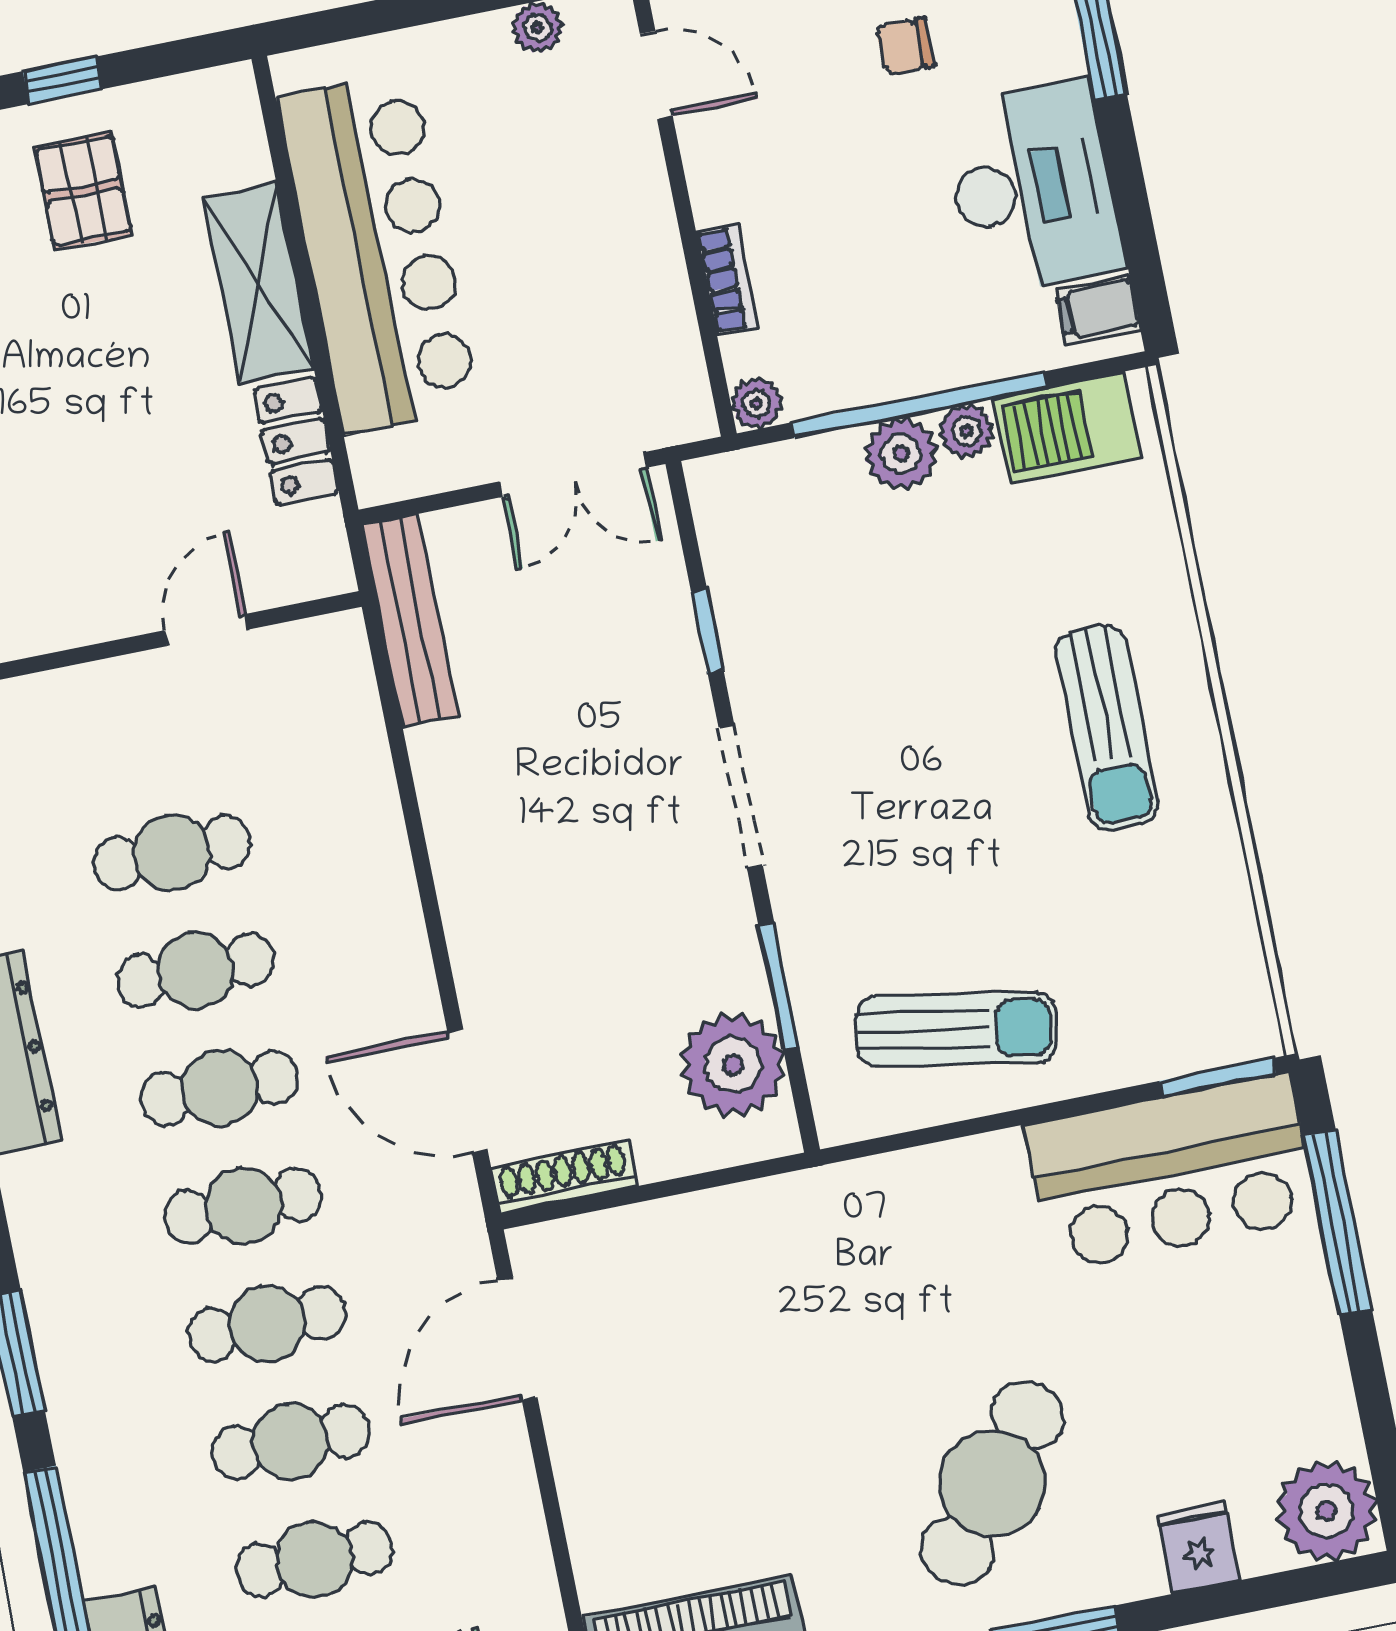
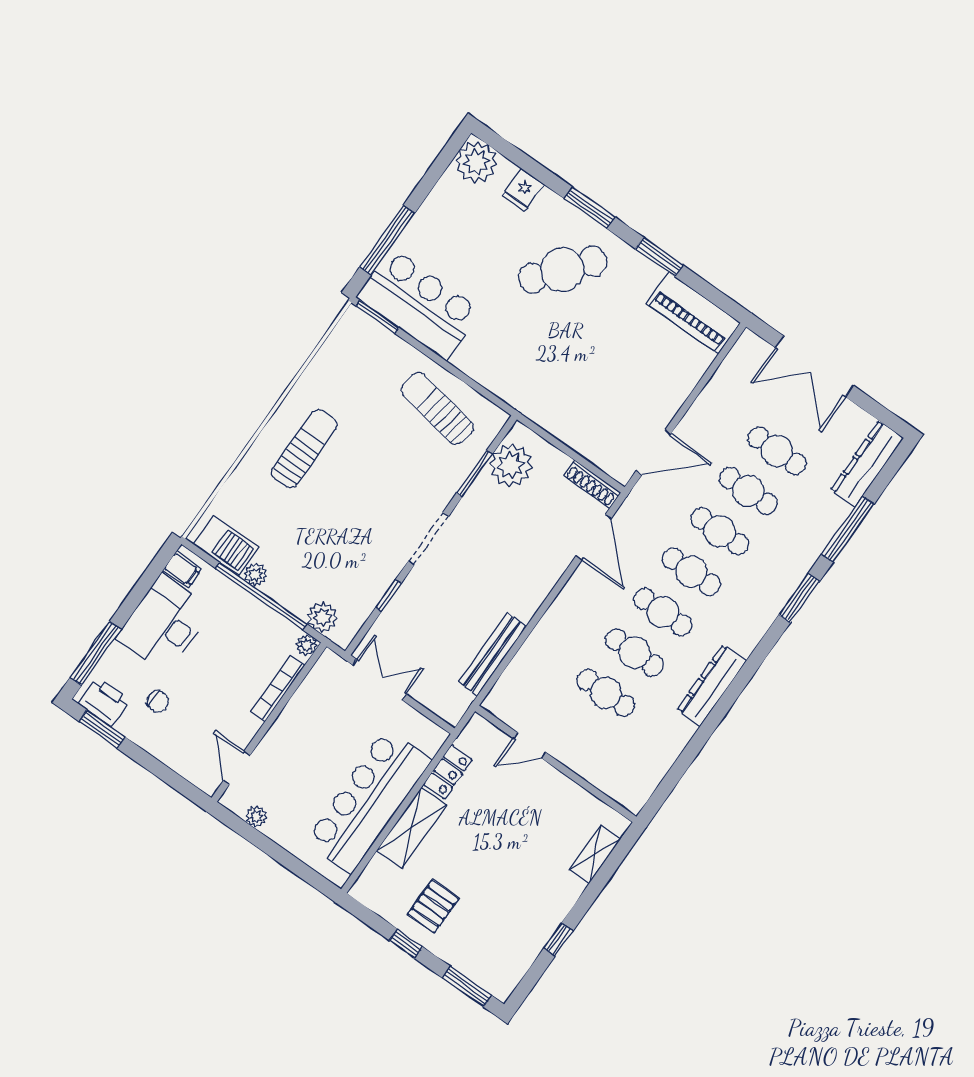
bookcase: (727, 279) -> (278, 689), width x1.56
plant: (901, 454) -> (322, 617), moved
bench: (410, 620) -> (492, 654), moved

